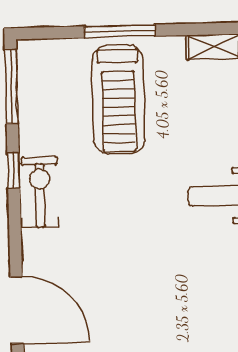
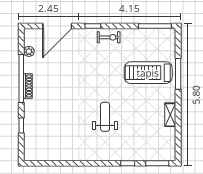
window: (14, 170) -> (93, 26), moved
exercise bike: (40, 192) -> (109, 37), width x0.73, depth x0.72

